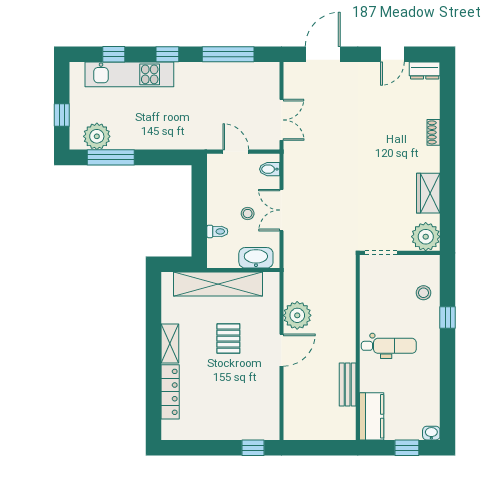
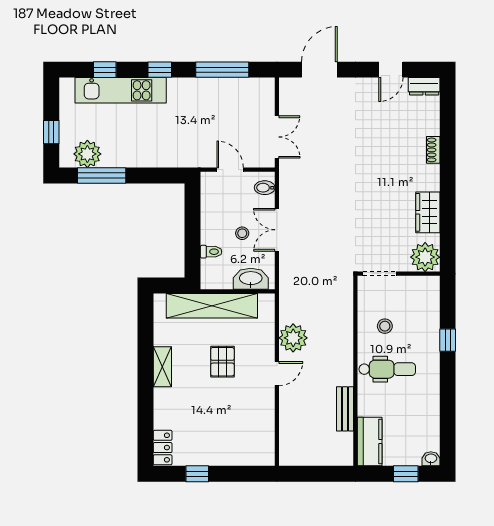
stool: (423, 293) -> (385, 326), moved
door: (281, 350) -> (277, 373), width x0.73
locker: (170, 392) -> (163, 448), moved, width x0.66
window: (253, 448) -> (197, 474), moved

